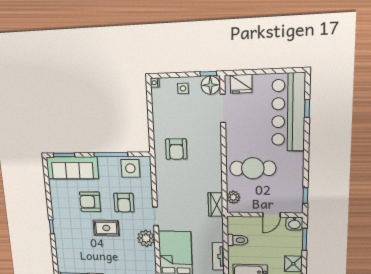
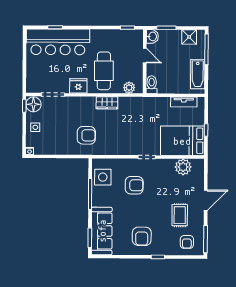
fridge: (241, 84) -> (78, 86), moved, turned -90
armchair: (90, 202) -> (142, 236), moved
wardrobe: (216, 204) -> (107, 103), moved
rug: (106, 228) -> (180, 215), moved
plant: (146, 238) -> (183, 167), moved
toilet: (237, 240) -> (152, 85), moved
armchair: (70, 256) -> (187, 242), added

